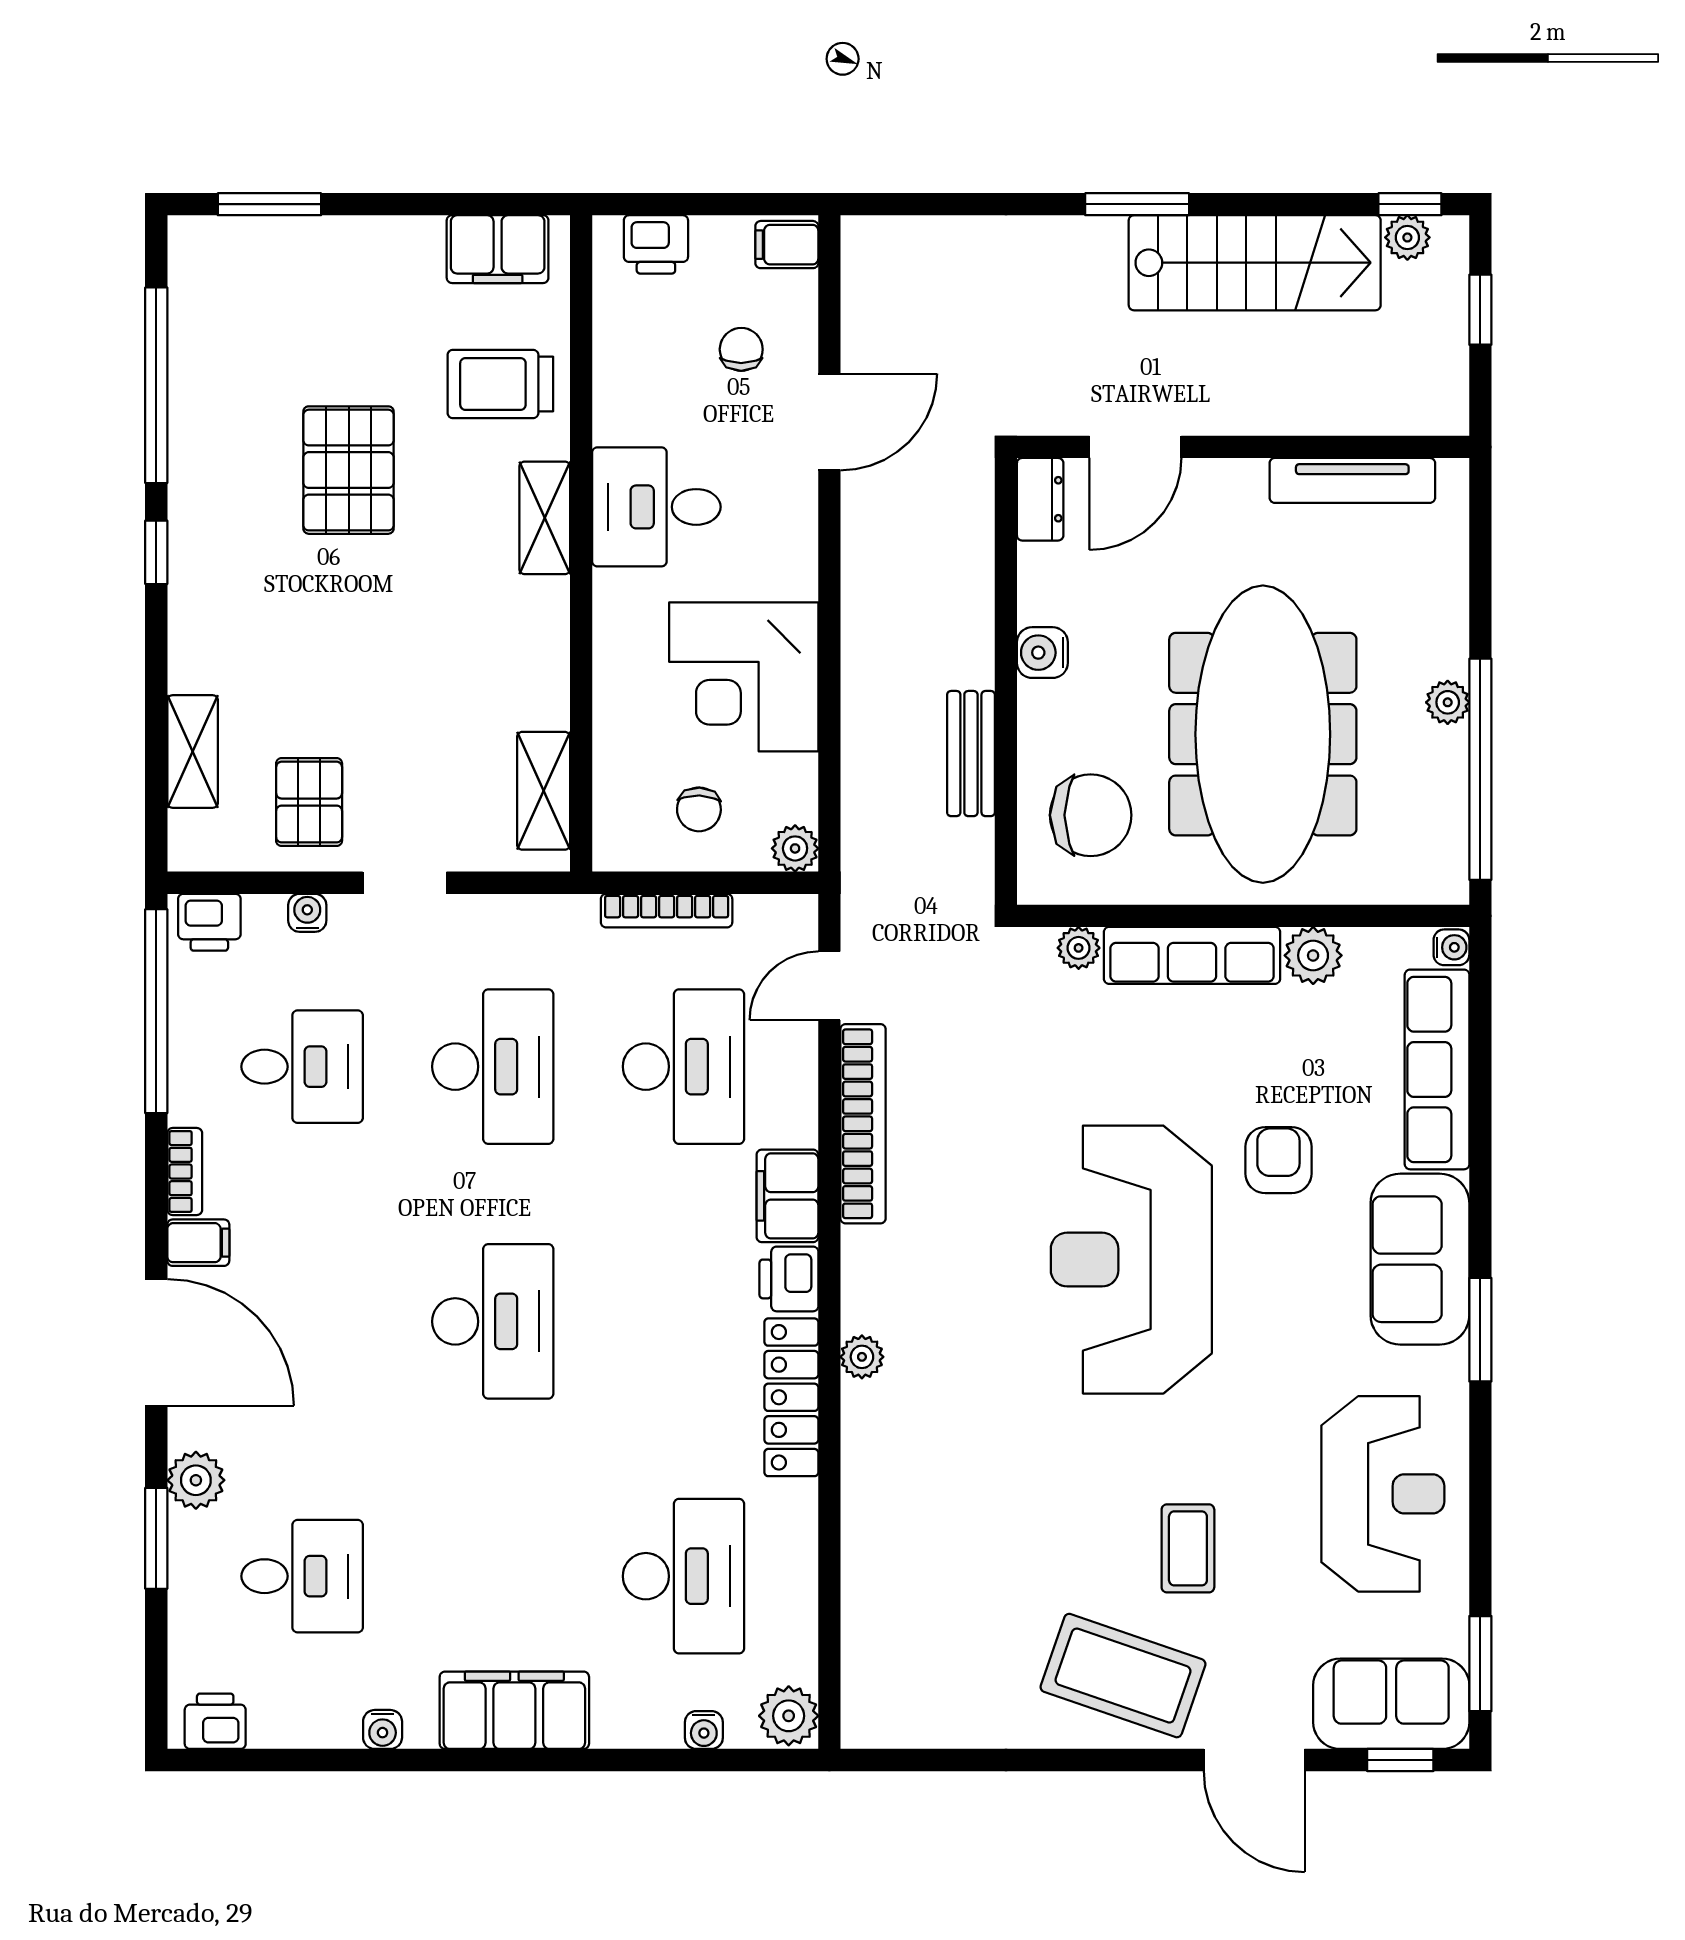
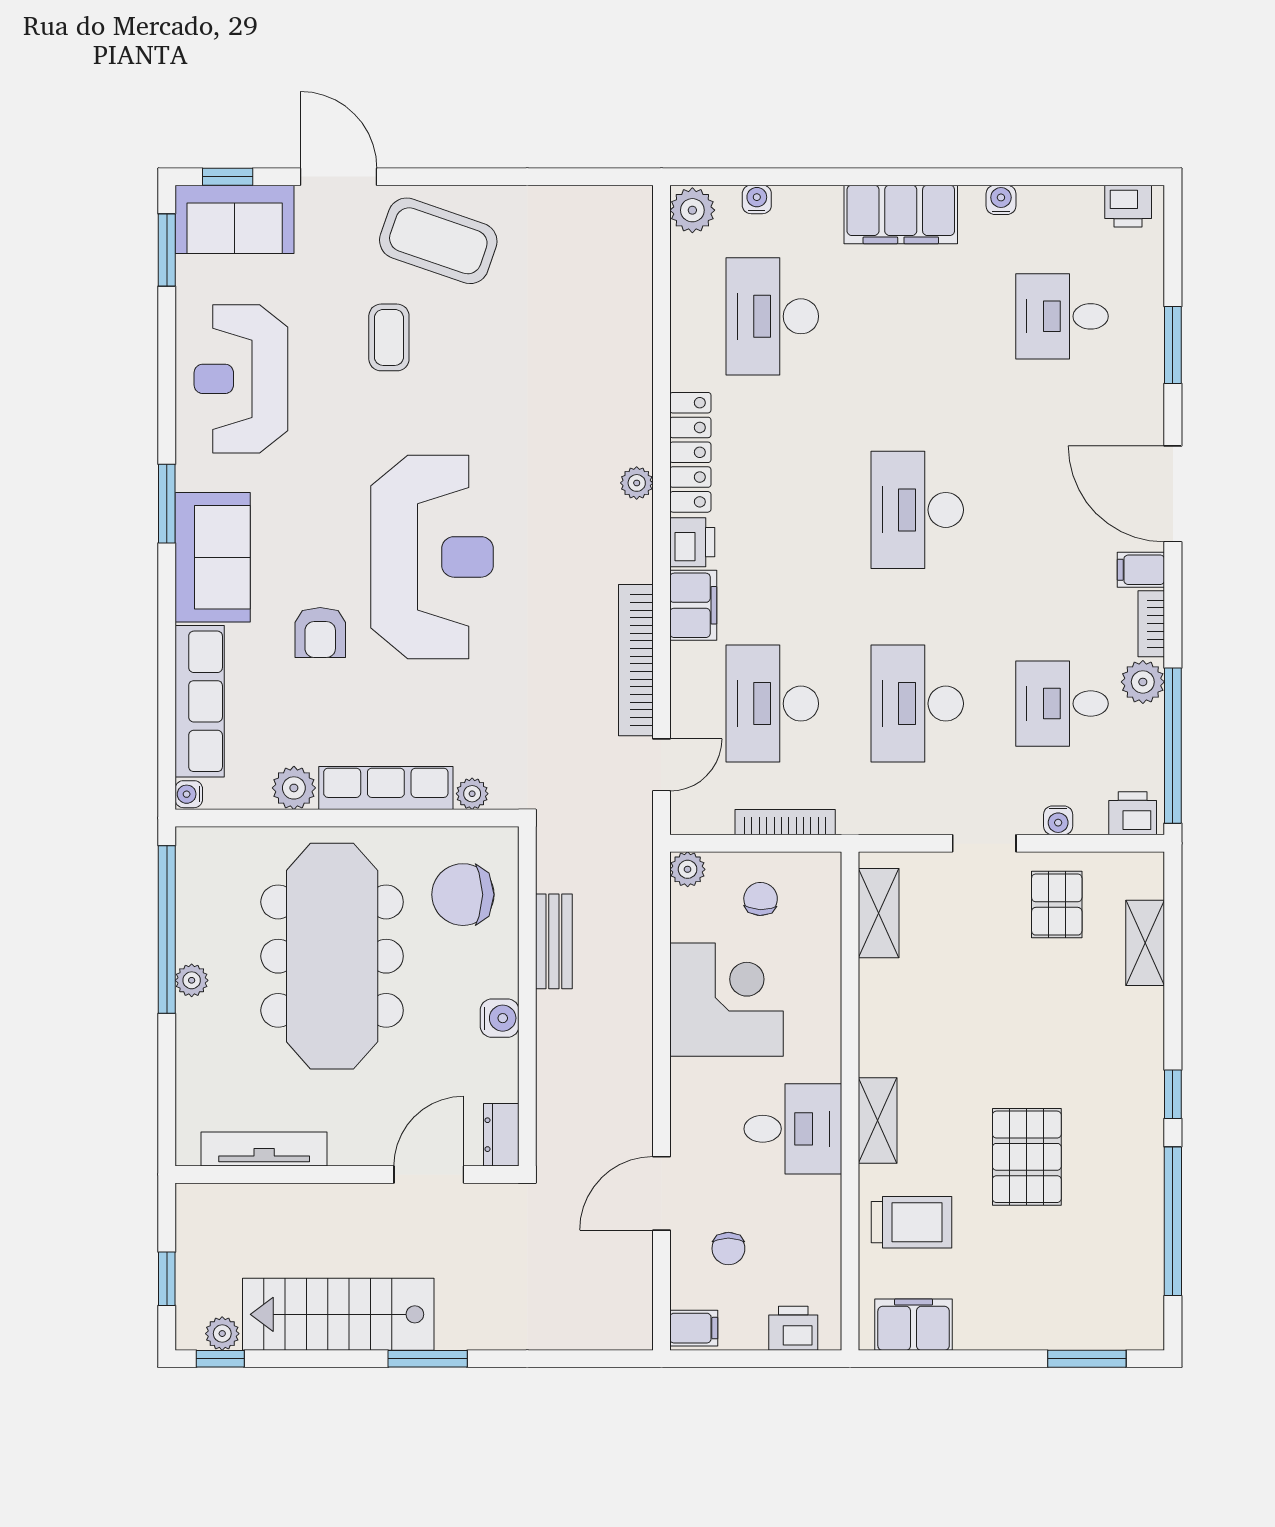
plant: (196, 1480) -> (1143, 682), moved

